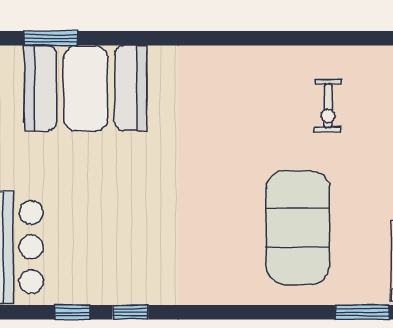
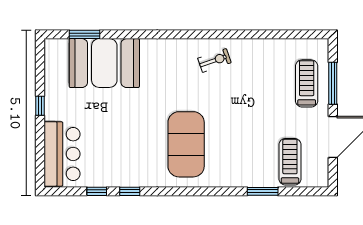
exercise bike: (328, 106) -> (214, 60), moved, turned -109
exercise mat: (298, 228) -> (186, 144), moved

